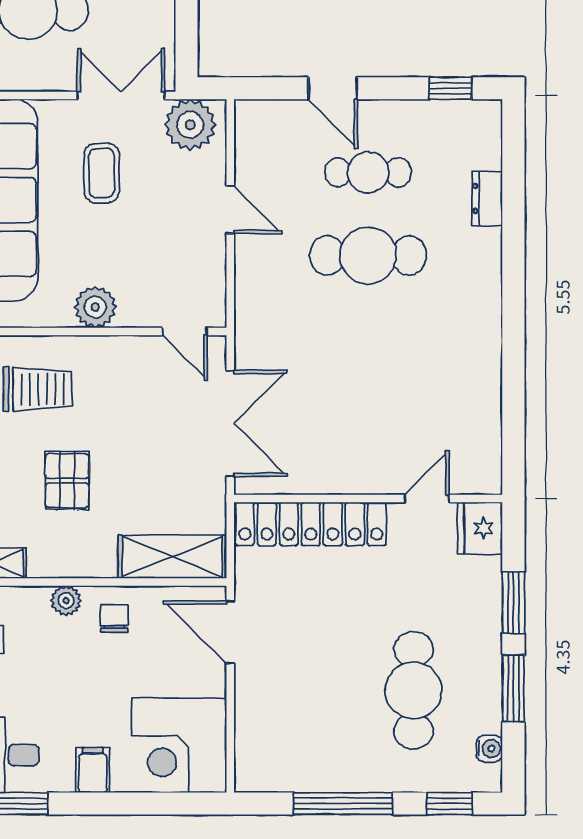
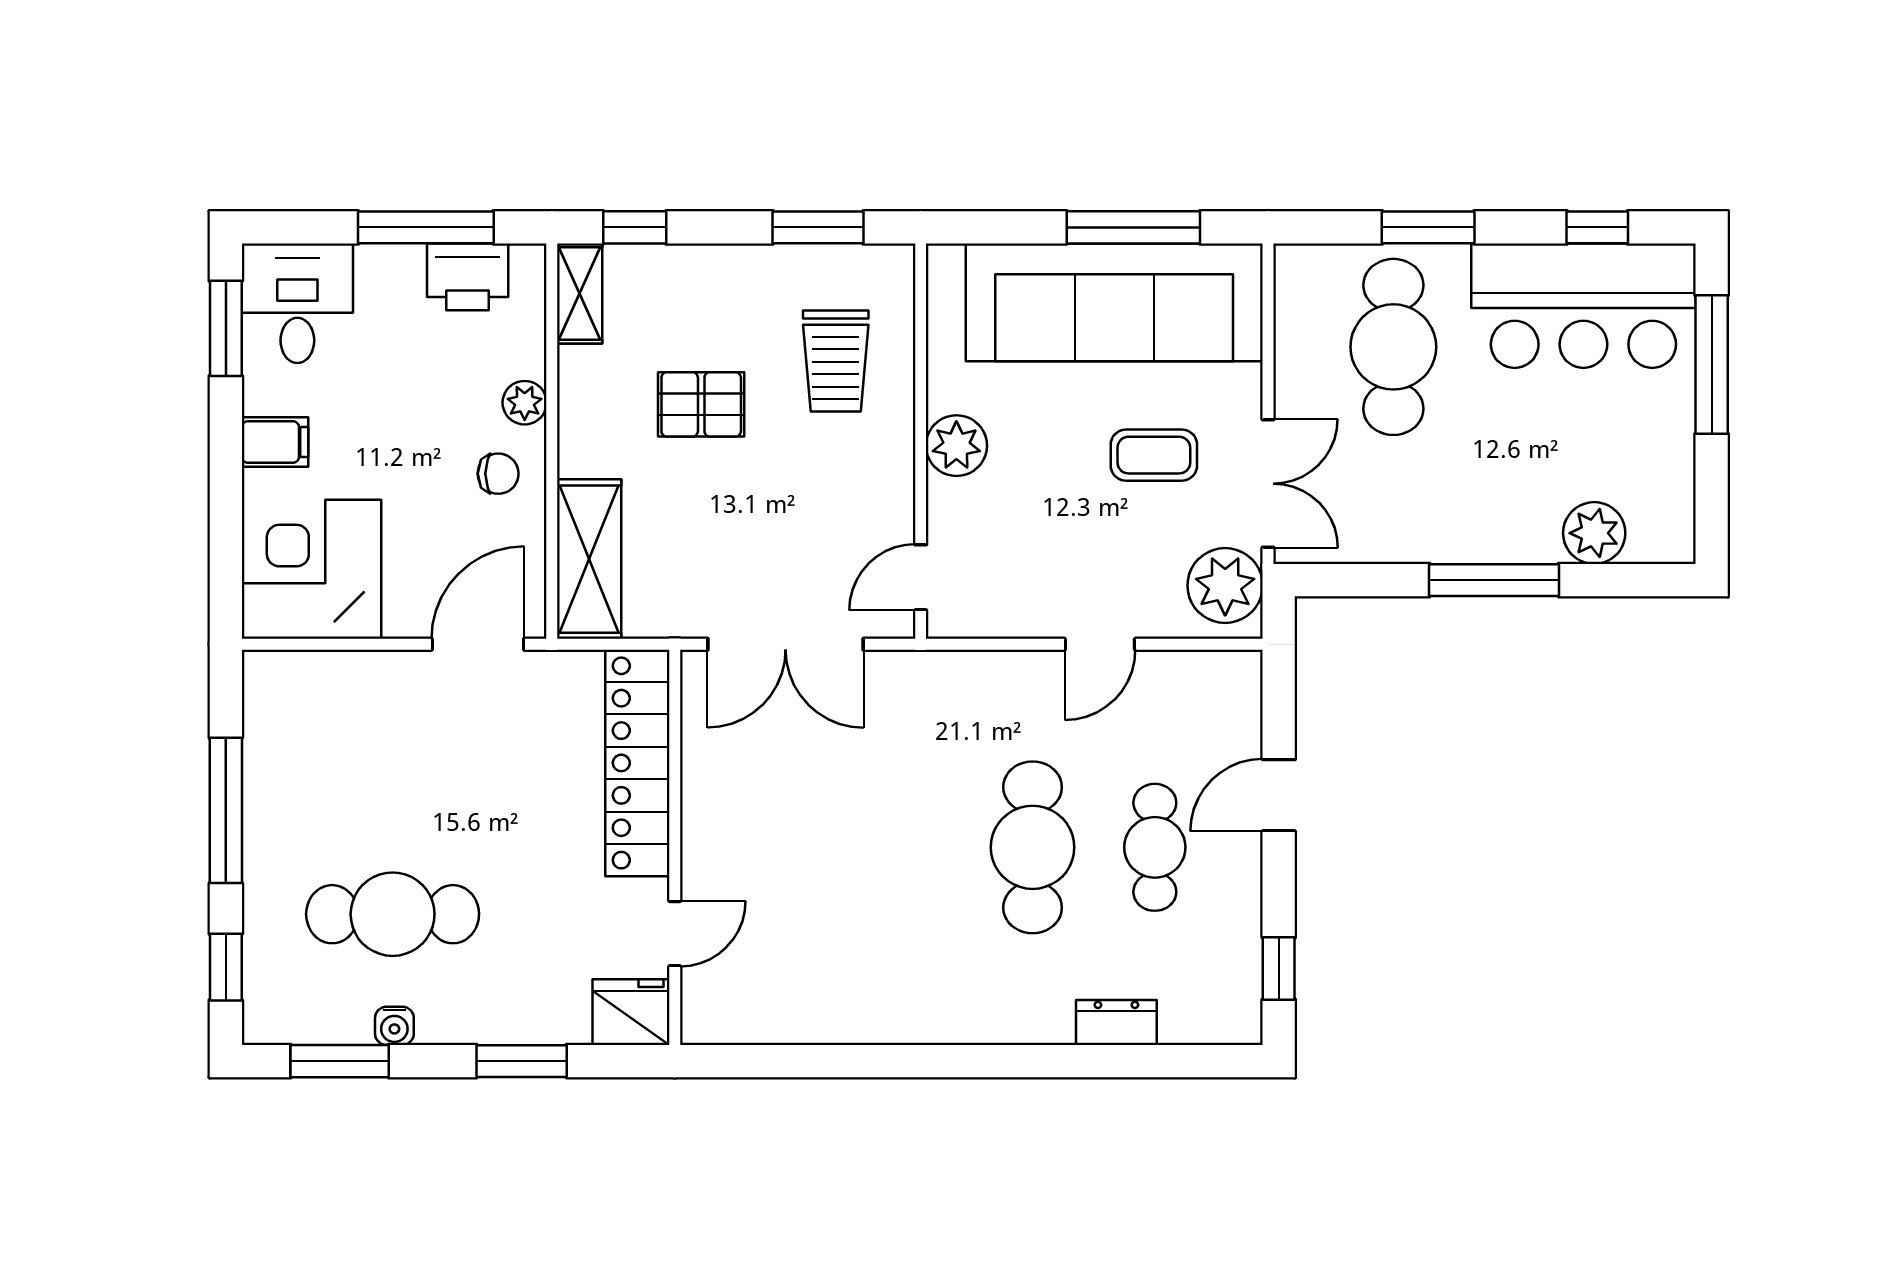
door: (427, 499) -> (675, 934), hinge flipped
window: (513, 688) -> (340, 1061), moved
water cooler: (489, 748) -> (394, 1026), moved

